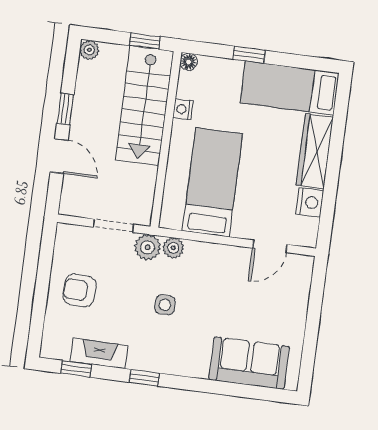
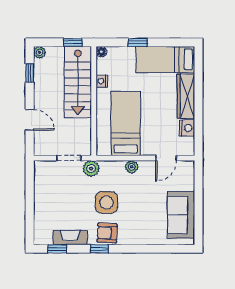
window: (65, 109) -> (30, 73), moved
plant: (173, 248) -> (132, 167), moved
armchair: (79, 290) -> (107, 233), moved
side table: (165, 305) -> (106, 202), width x1.87, depth x1.87
sofa: (249, 363) -> (181, 215), moved, turned -90

